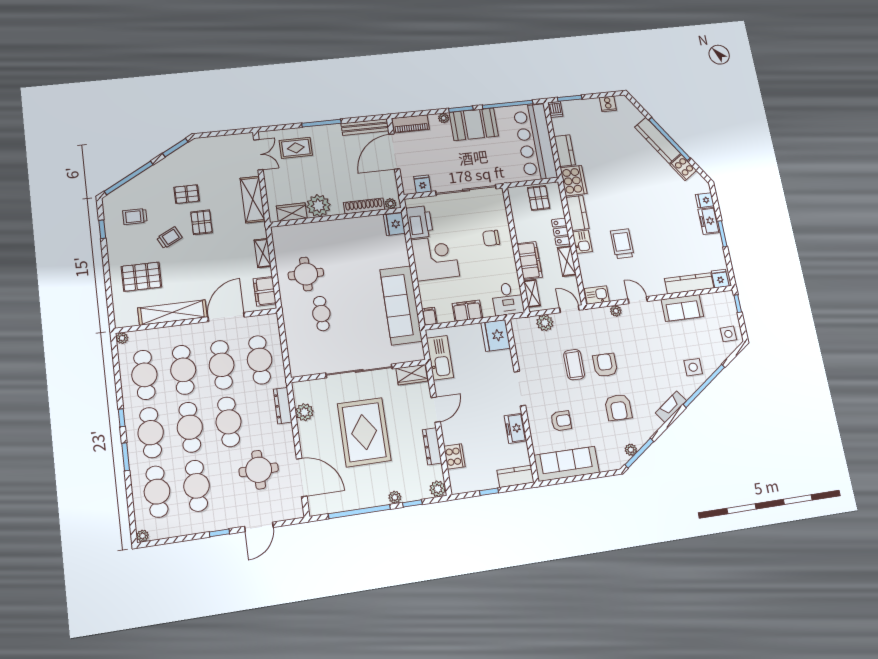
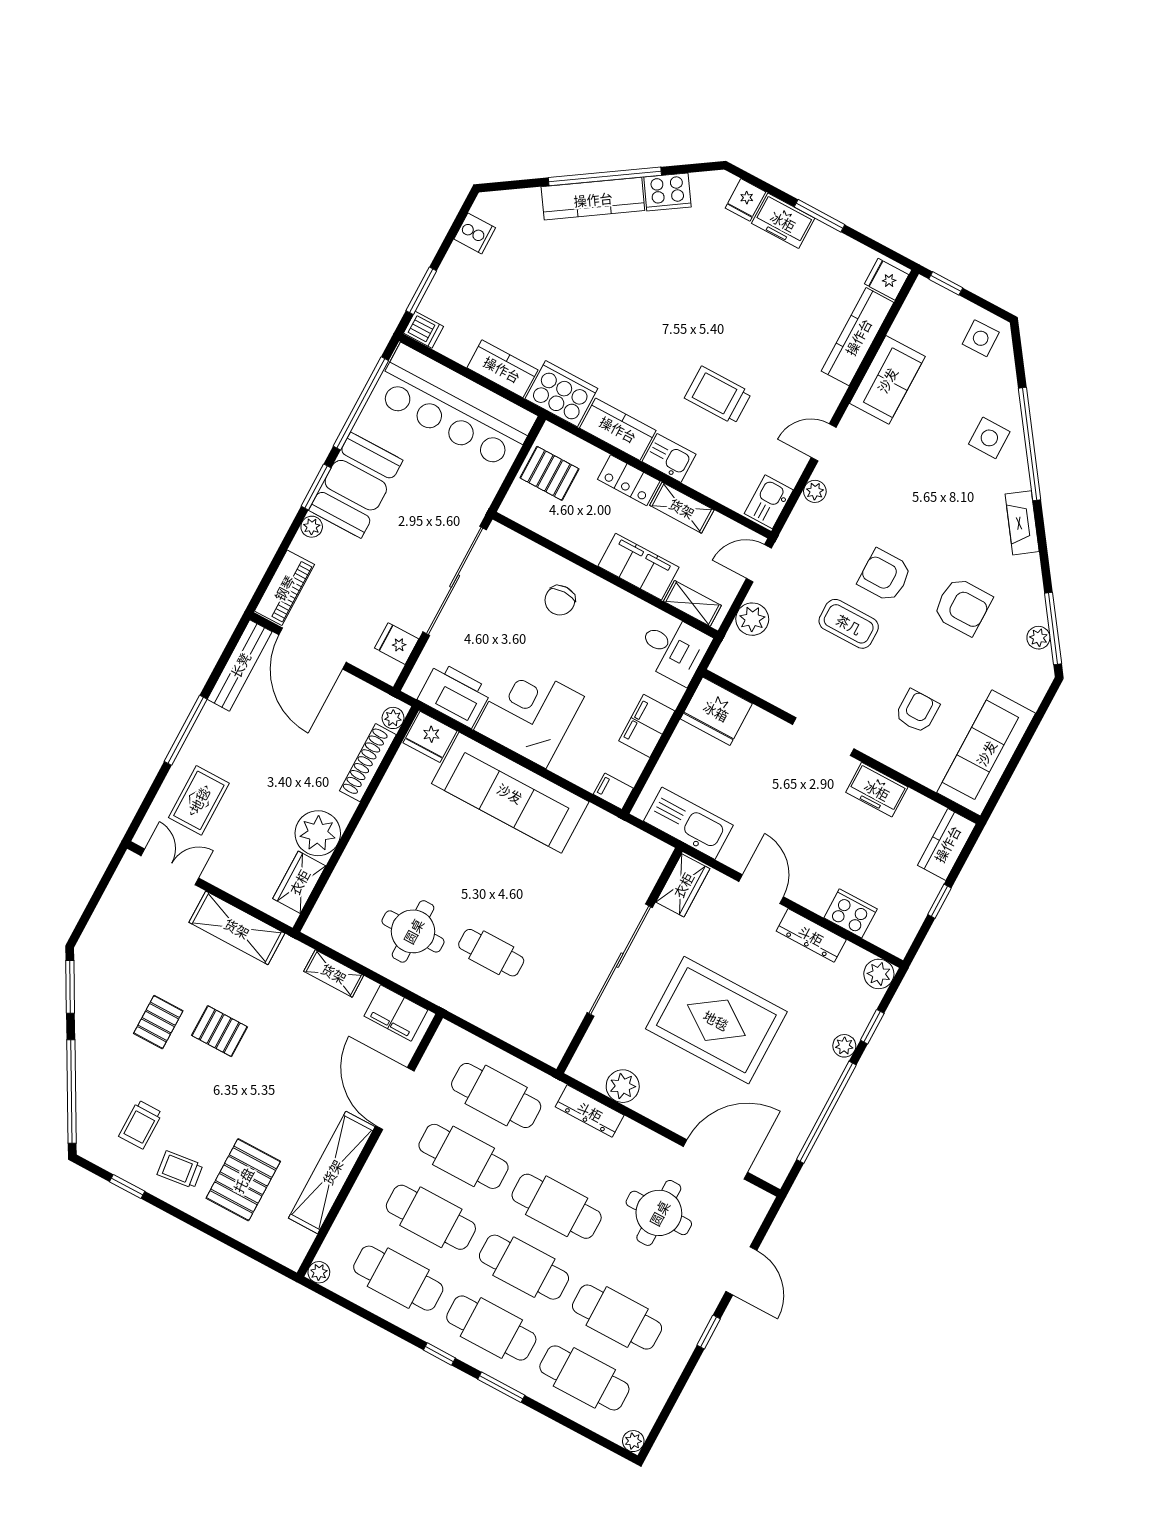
trolley: (169, 238) -> (180, 1170), moved, turned -70
sofa: (401, 305) -> (510, 793), moved

